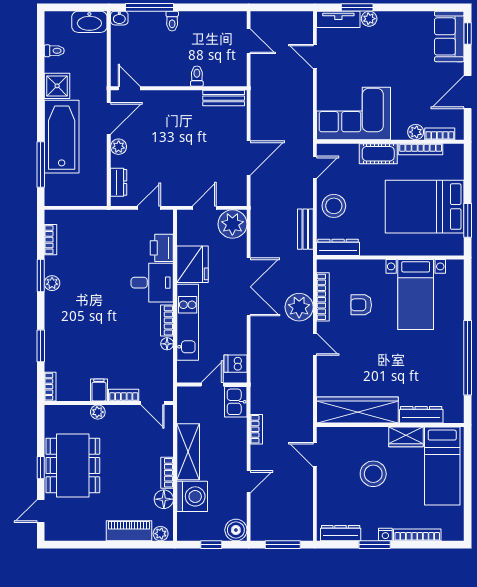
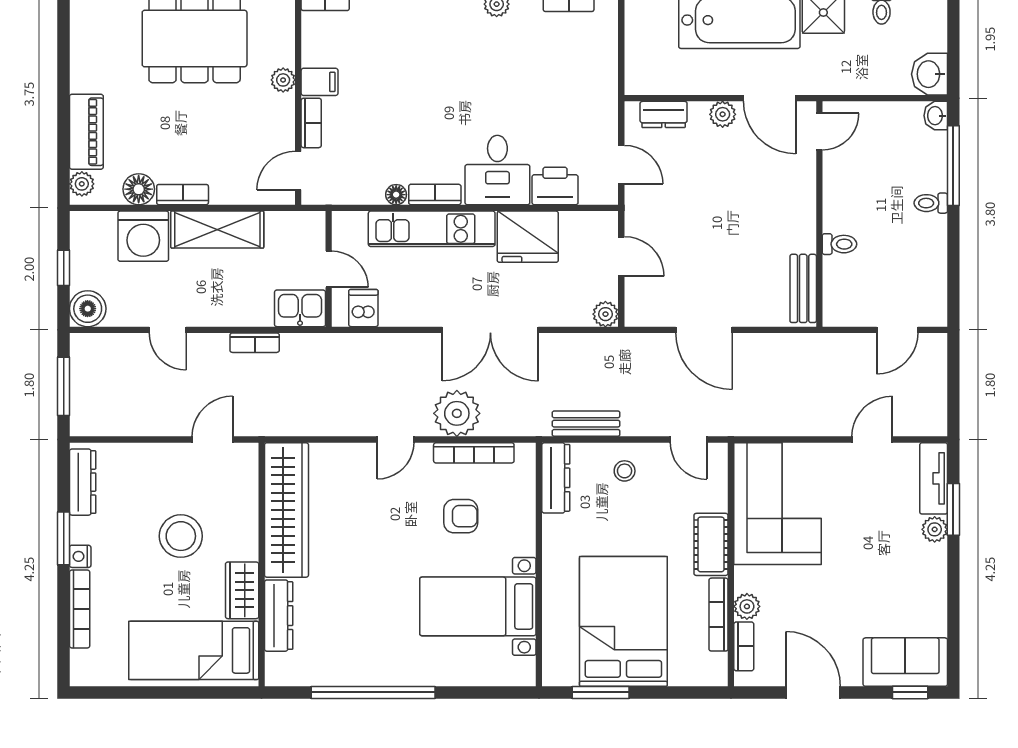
washbasin: (89, 22) -> (930, 74), width x0.72
stool: (334, 206) -> (625, 471), width x0.53, depth x0.53
plant: (232, 224) -> (605, 314), width x0.53, depth x0.53
armchair: (361, 305) -> (461, 516), turned 90

